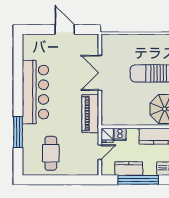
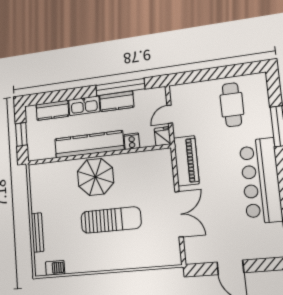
cooker: (120, 134) -> (132, 141), moved
kitchen counter: (129, 169) -> (117, 101), moved

